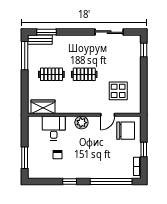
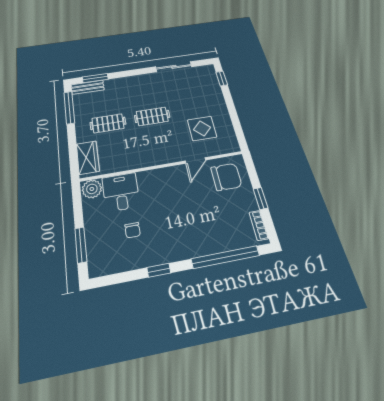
wardrobe: (43, 107) -> (88, 157), moved, turned 90
plant: (81, 123) -> (92, 189), moved

